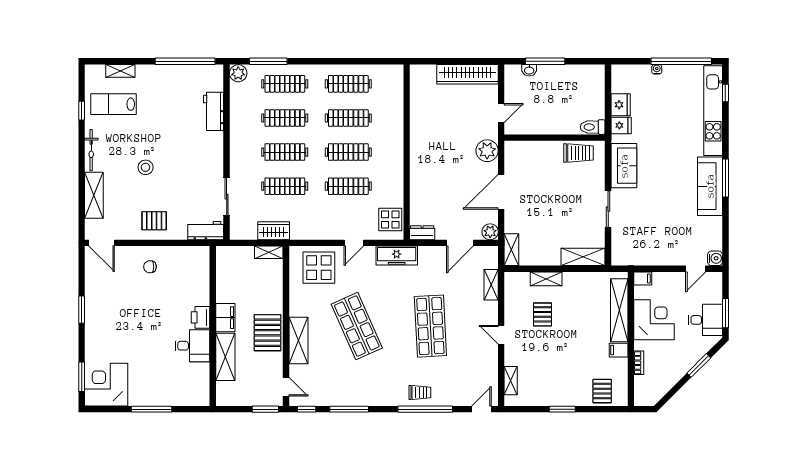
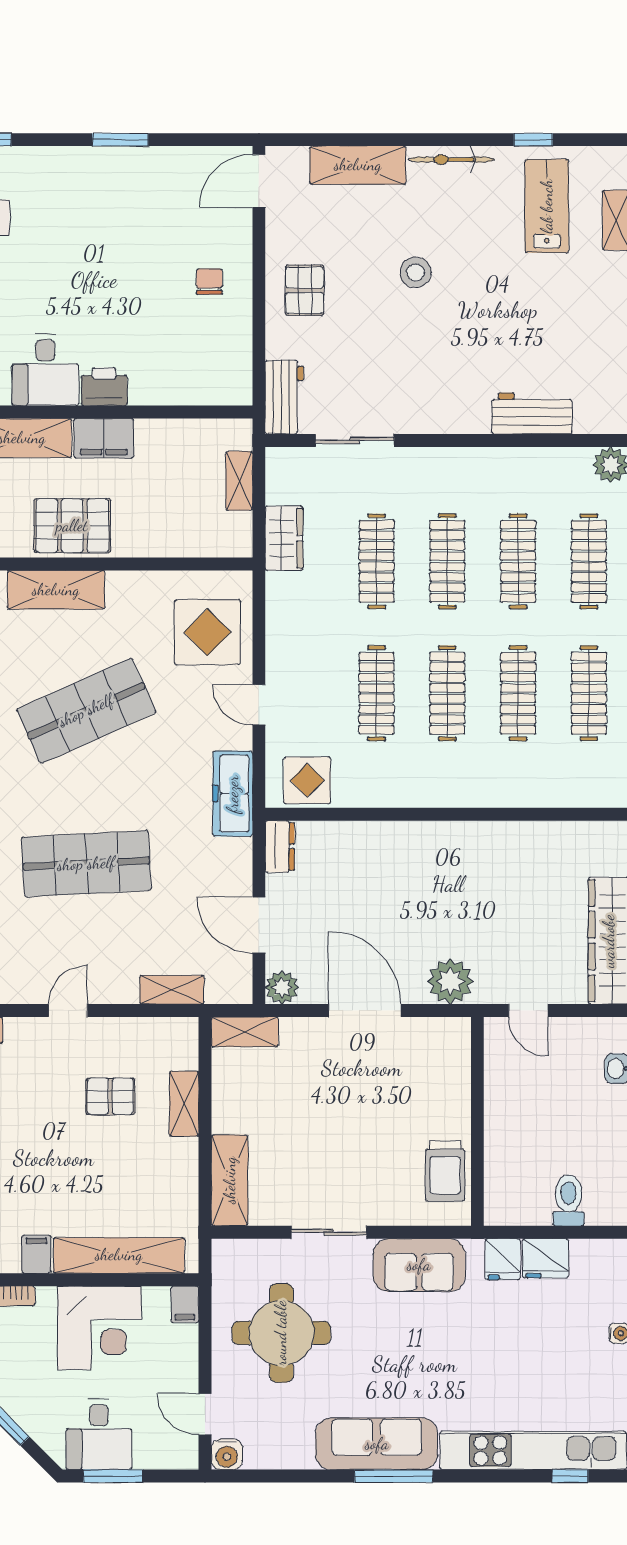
toilet: (593, 127) -> (568, 1200), moved
round table: (657, 232) -> (281, 1333), added
shelving: (269, 252) -> (239, 481), moved

